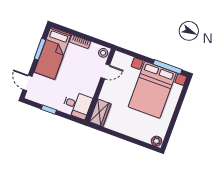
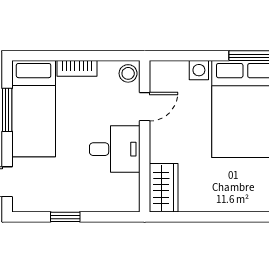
desk: (77, 105) -> (115, 149), moved

